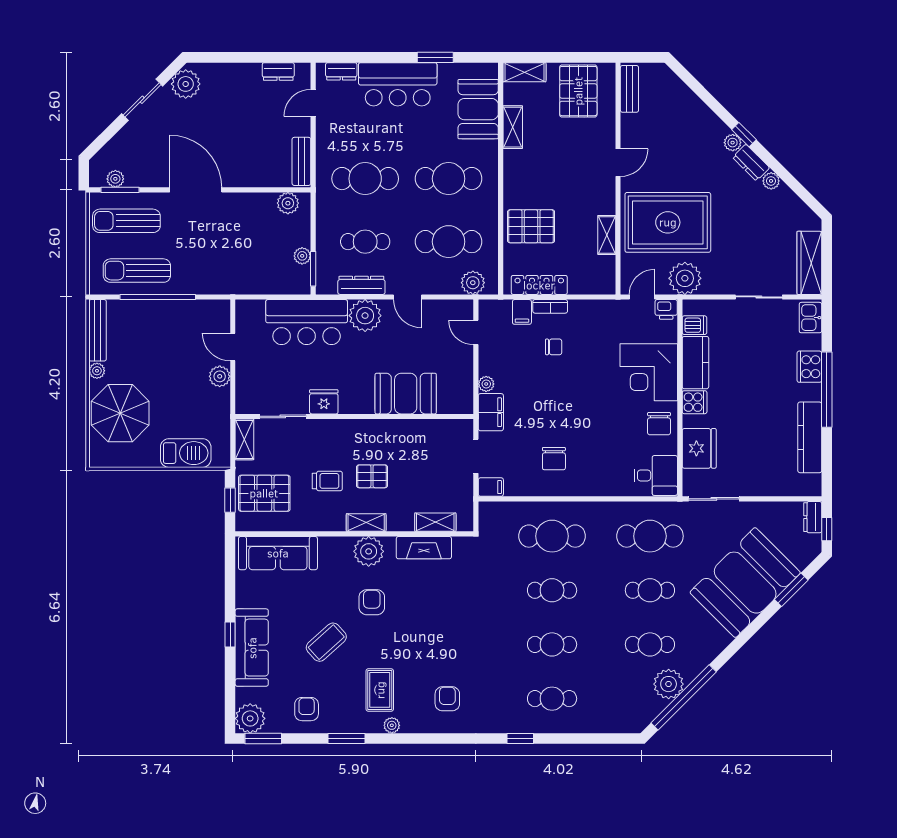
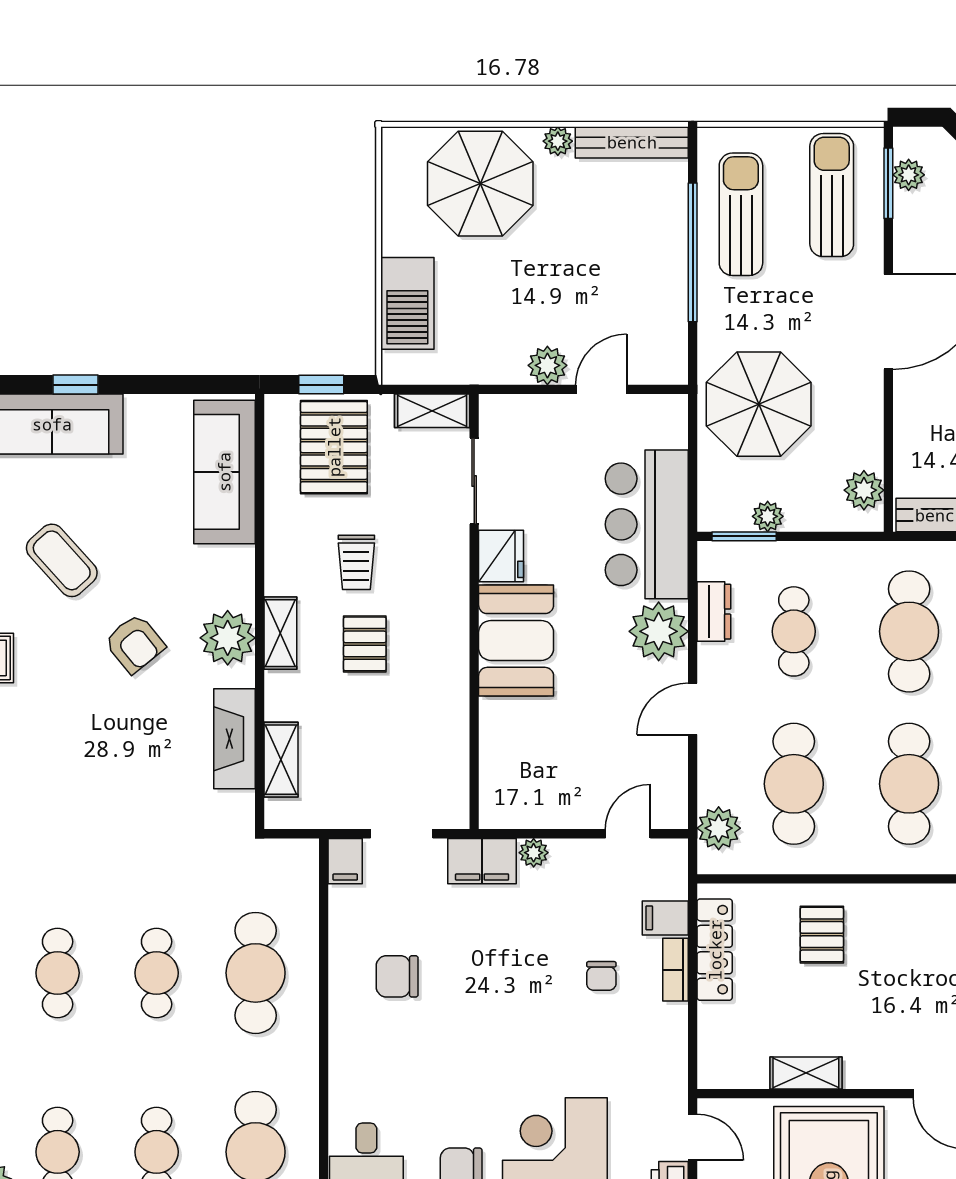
pallet: (531, 226) -> (822, 935), width x0.67, depth x0.71
parasol: (241, 261) -> (759, 404), added
dresser: (361, 285) -> (714, 612), width x0.70
booth: (406, 394) -> (516, 640), moved
armchair: (372, 602) -> (135, 644), turned 51

